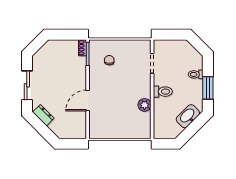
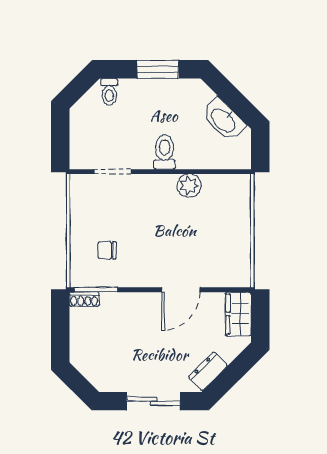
toilet: (196, 74) -> (109, 92), moved
door: (88, 100) -> (181, 290), hinge flipped
washbasin: (188, 116) -> (224, 120), moved
wardrobe: (74, 132) -> (238, 314), added

